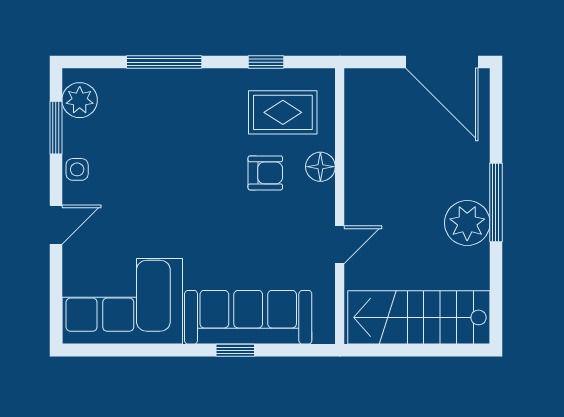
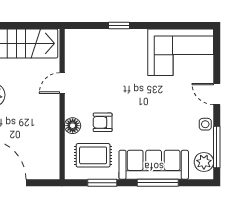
window: (266, 62) -> (102, 183), width x1.50
window: (56, 128) -> (217, 147), width x1.44
door: (56, 225) -> (217, 94), hinge flipped
sofa: (248, 317) -> (154, 165), moved, turned 180

